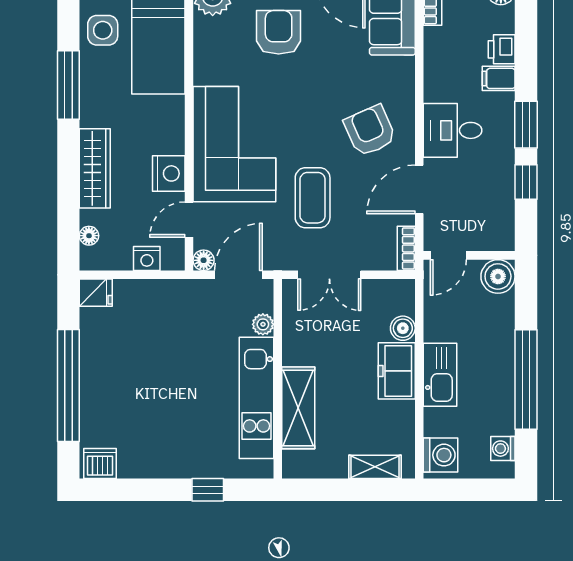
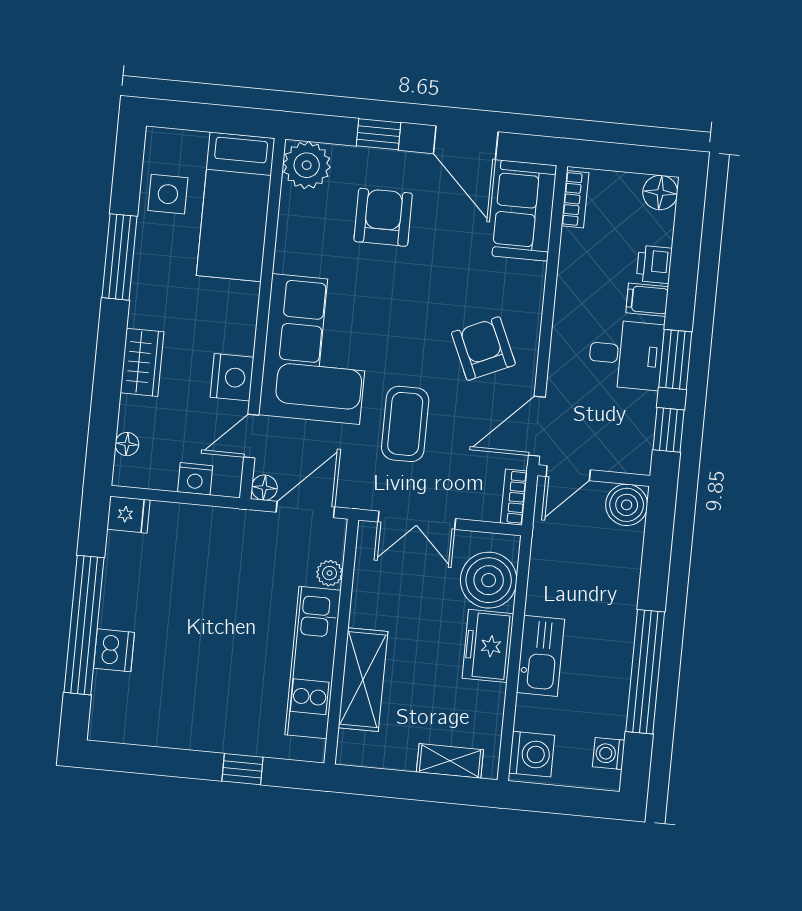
desk: (453, 130) -> (626, 355), moved, turned 180
wardrobe: (95, 168) -> (142, 362), width x0.67
door: (448, 255) -> (568, 473), moved
wall: (469, 255) -> (594, 476), moved
boiler: (498, 276) -> (627, 505), moved
boiler: (403, 328) -> (489, 580), width x1.86, depth x1.86
dishwasher: (100, 464) -> (114, 650), moved, turned 90

